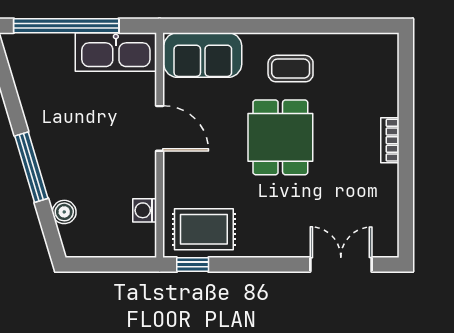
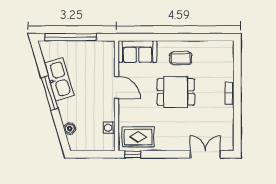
kitchen sink: (116, 52) -> (59, 79), moved, turned -107
dining table: (280, 137) -> (176, 92), turned 90
window: (31, 167) -> (50, 93), moved

